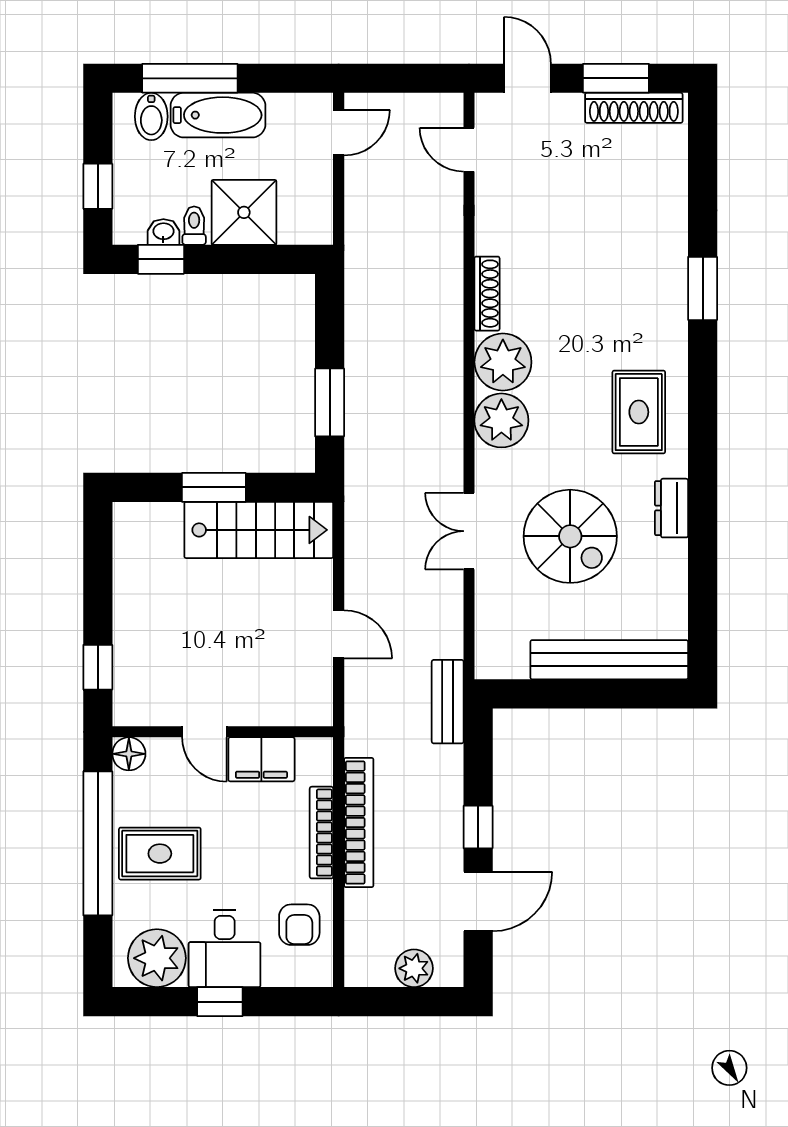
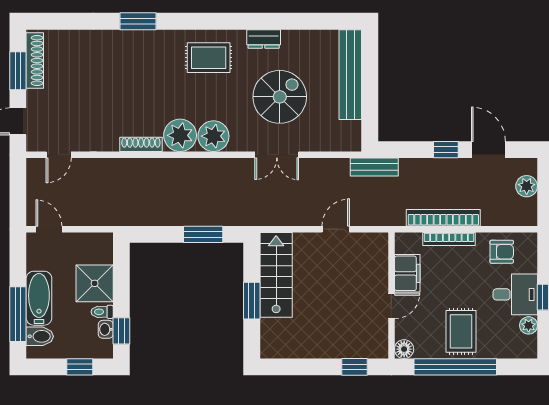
plant: (157, 958) -> (529, 325), width x0.53, depth x0.53

